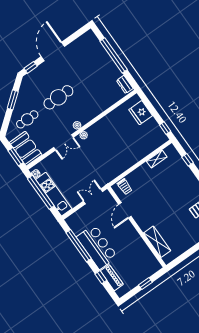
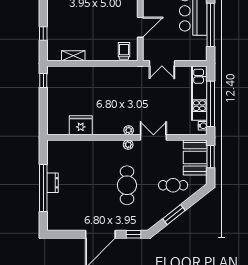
dresser: (125, 84) -> (53, 183), moved
cafe table: (58, 97) -> (127, 185), turned 90
fridge: (141, 113) -> (81, 125), moved, turned -90

